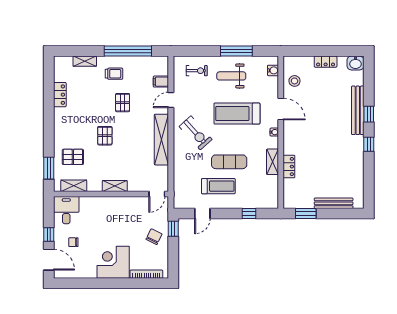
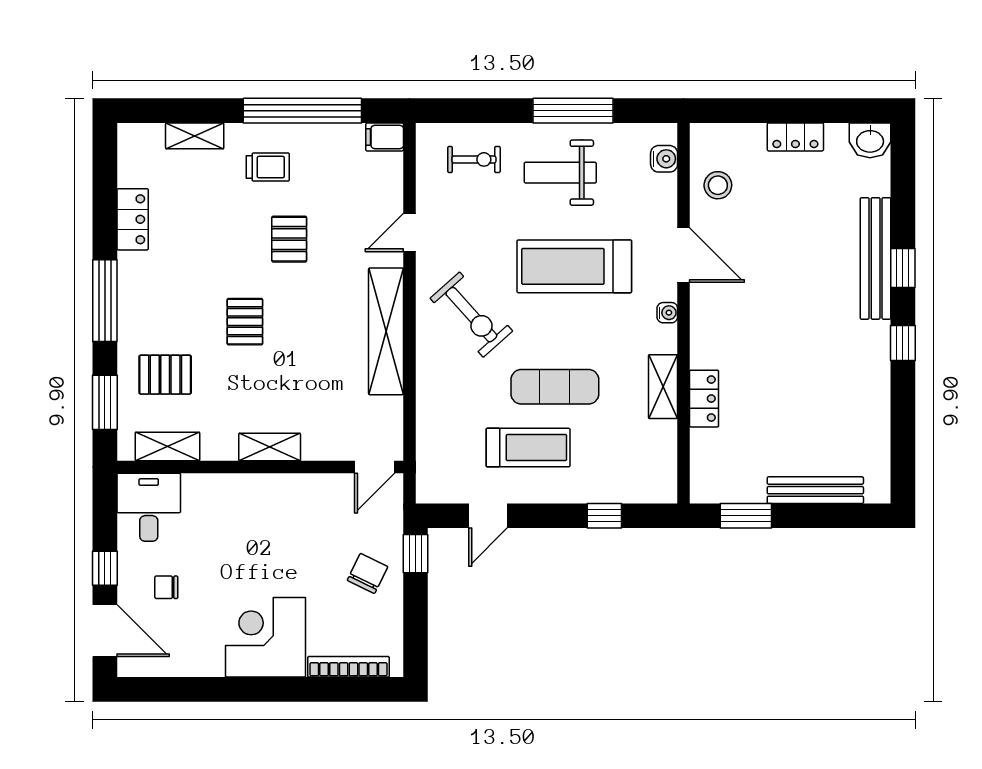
filing cabinet: (161, 82) -> (385, 137), moved
window: (49, 127) -> (105, 301), added

